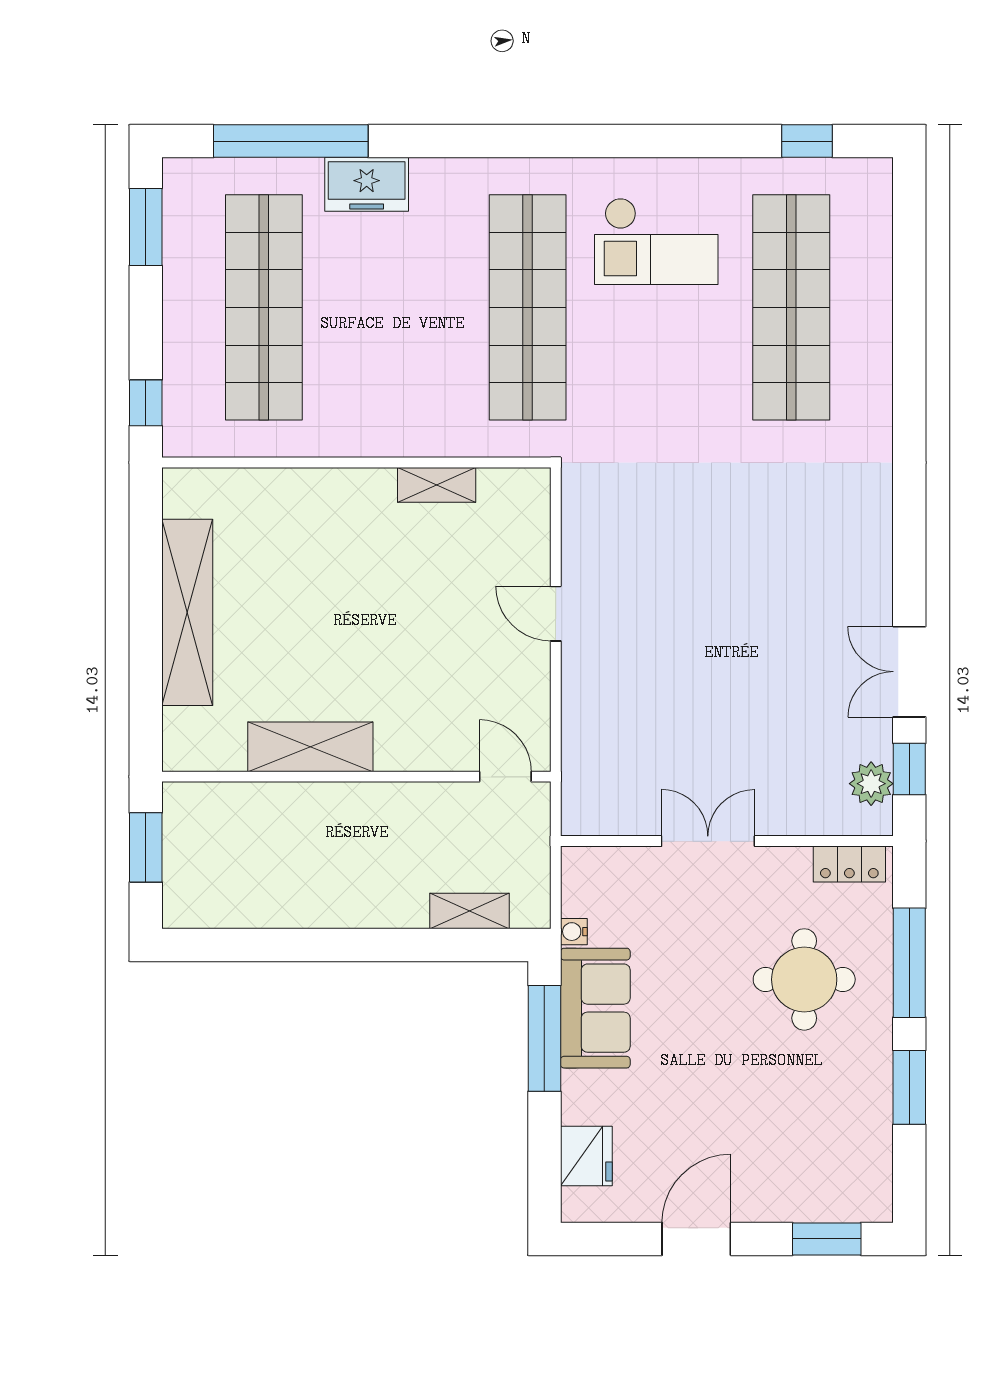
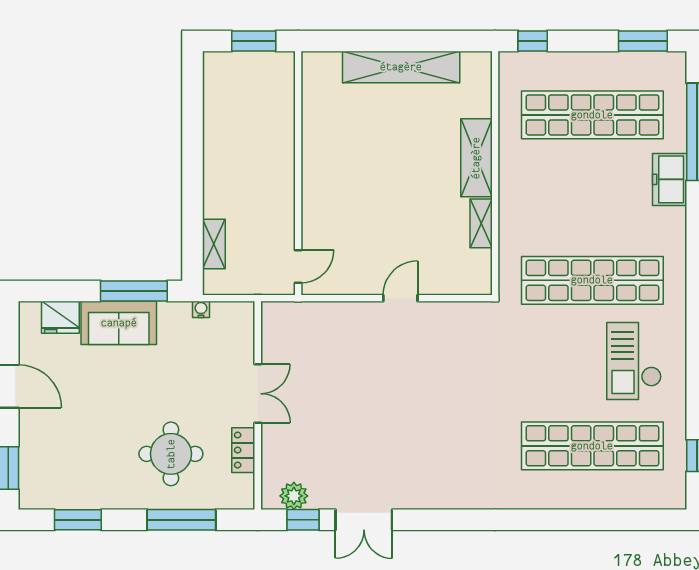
double door: (909, 672) -> (364, 520), swing flipped
shelving: (310, 747) -> (476, 158), moved
locker: (849, 864) -> (243, 450), moved
sofa: (595, 1008) -> (119, 323), moved
window: (909, 1087) -> (78, 520), moved

